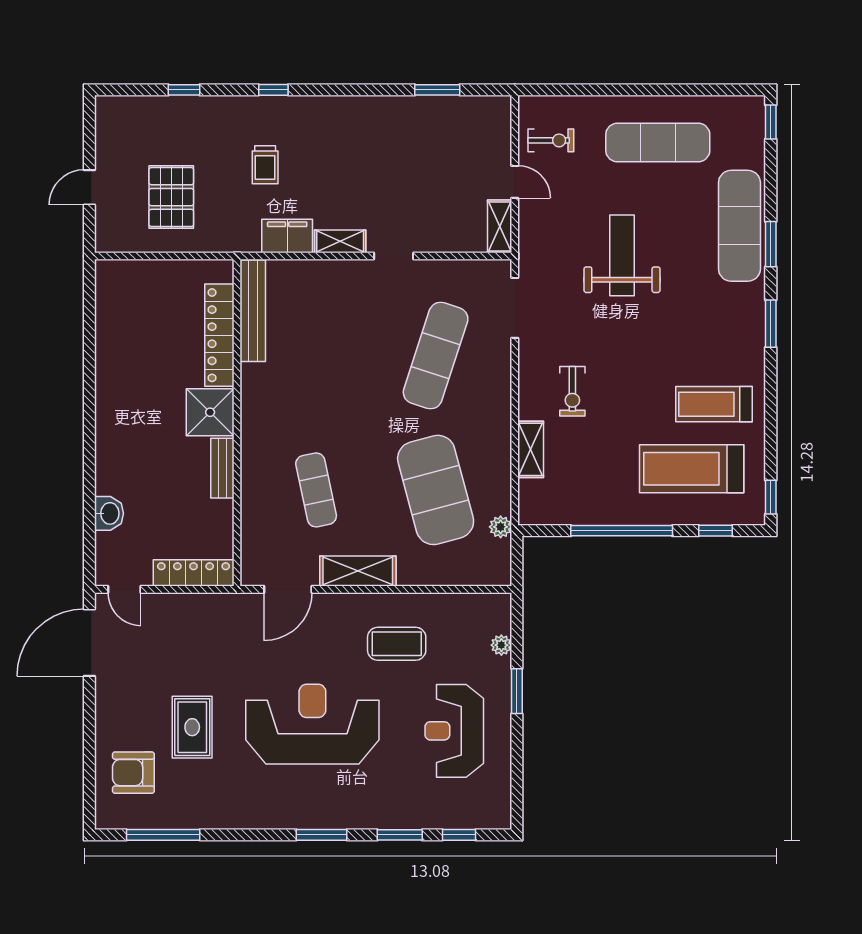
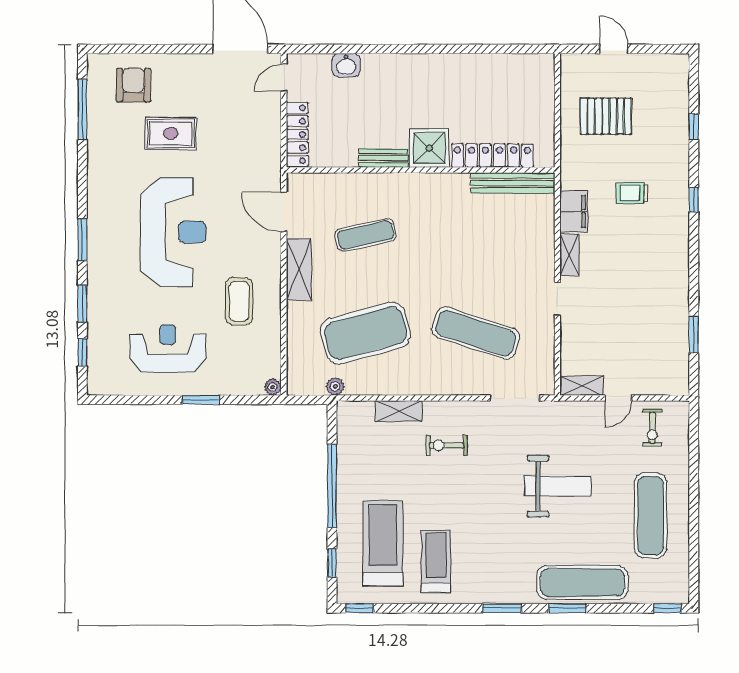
plant: (501, 645) -> (273, 387), moved

